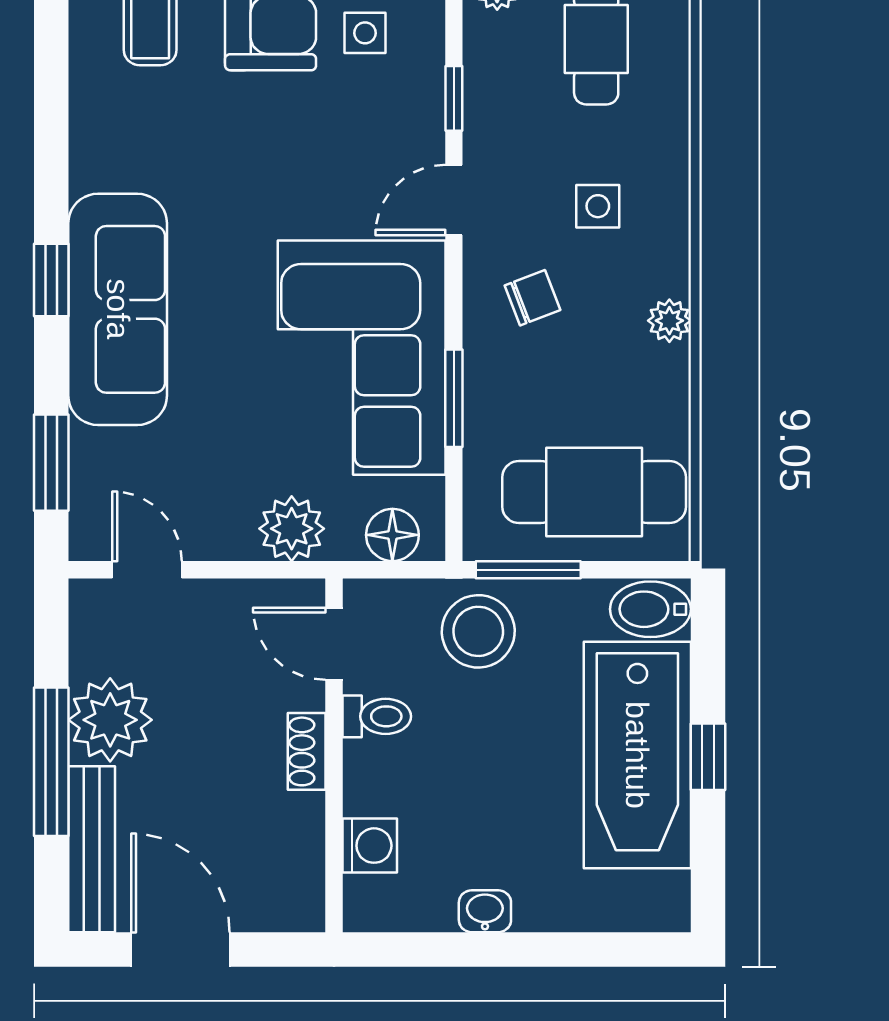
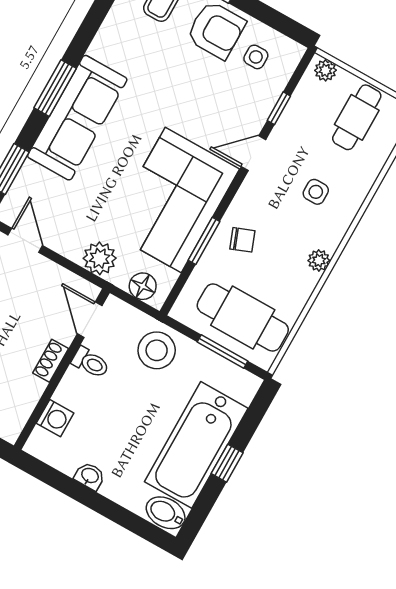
window: (51, 280) -> (55, 88), width x1.50
chair: (532, 298) -> (242, 240), moved
window: (528, 570) -> (223, 352), moved
bidet: (650, 609) -> (166, 513), moved

